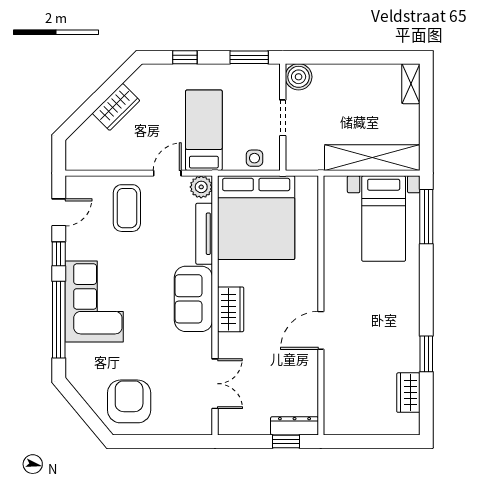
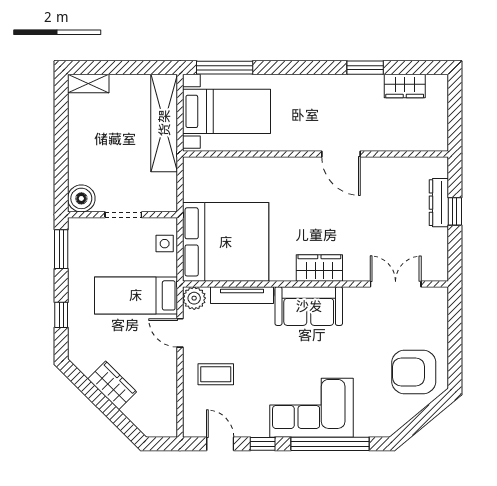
coffee table: (127, 208) -> (216, 374), width x0.73, depth x0.77
wall: (321, 305) -> (315, 154), moved
door: (321, 330) -> (341, 154), moved

